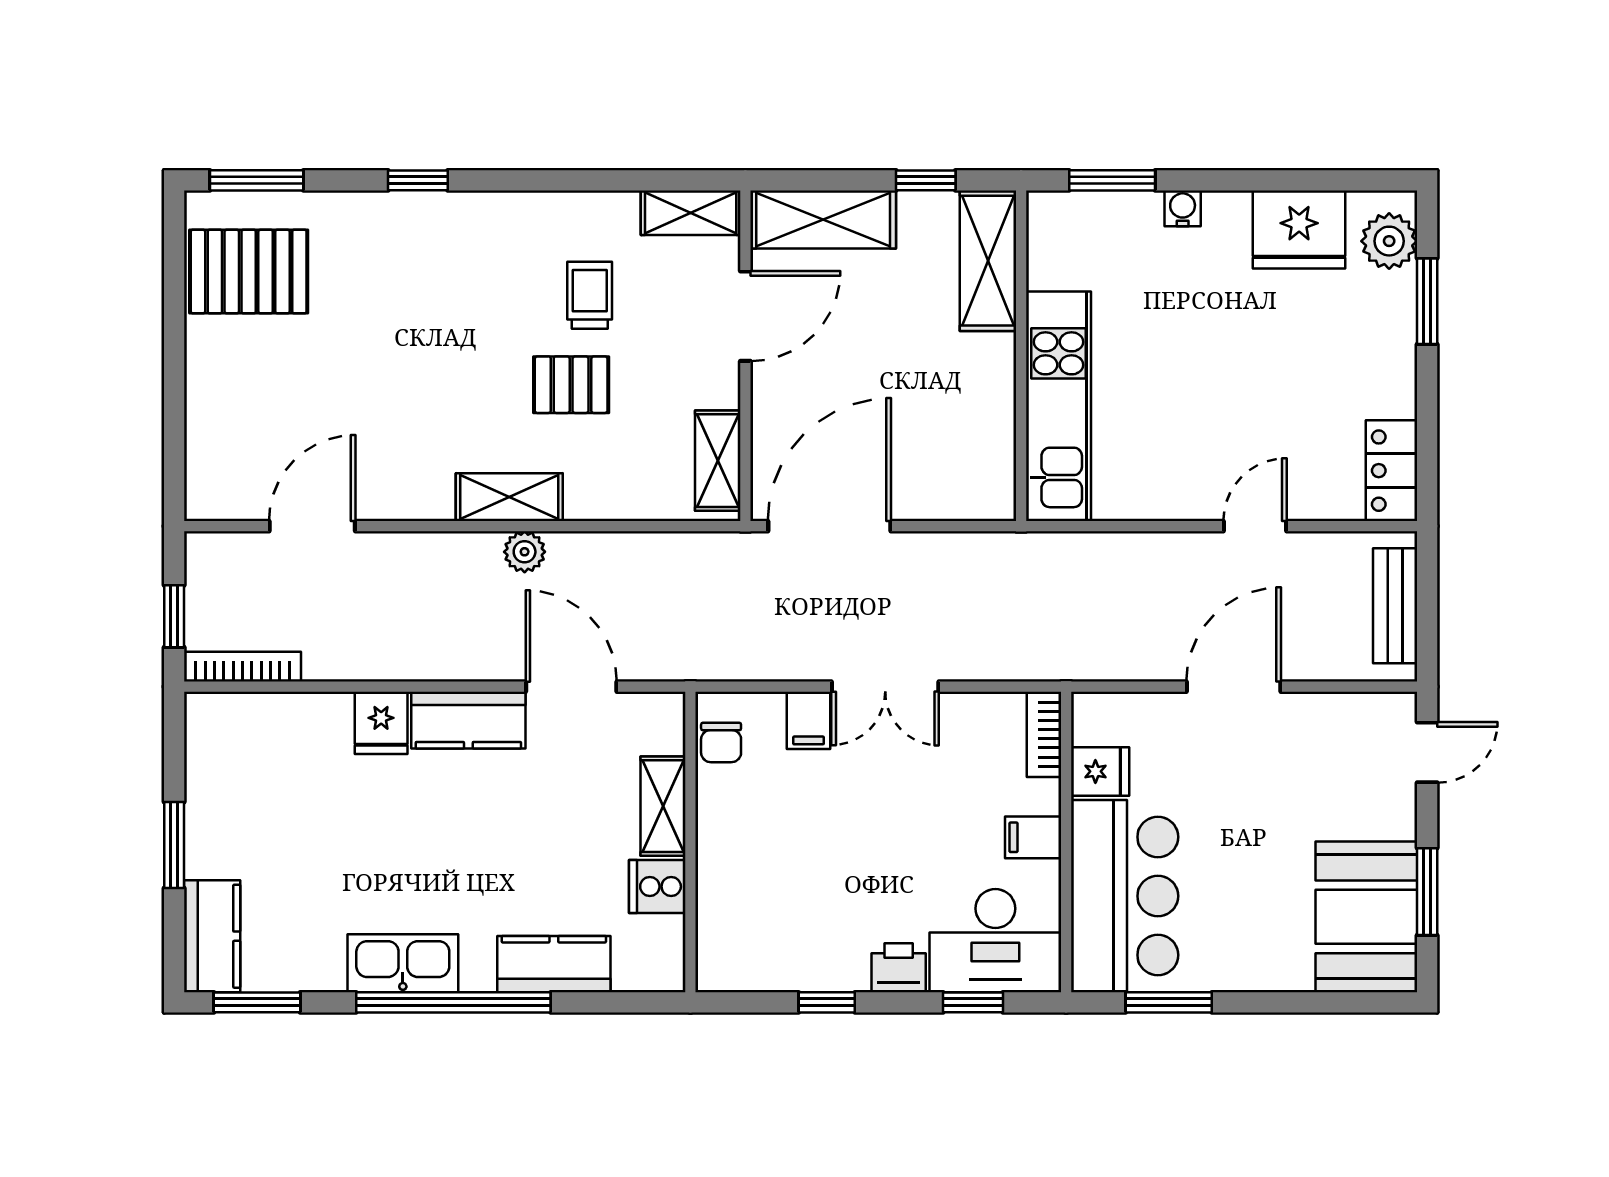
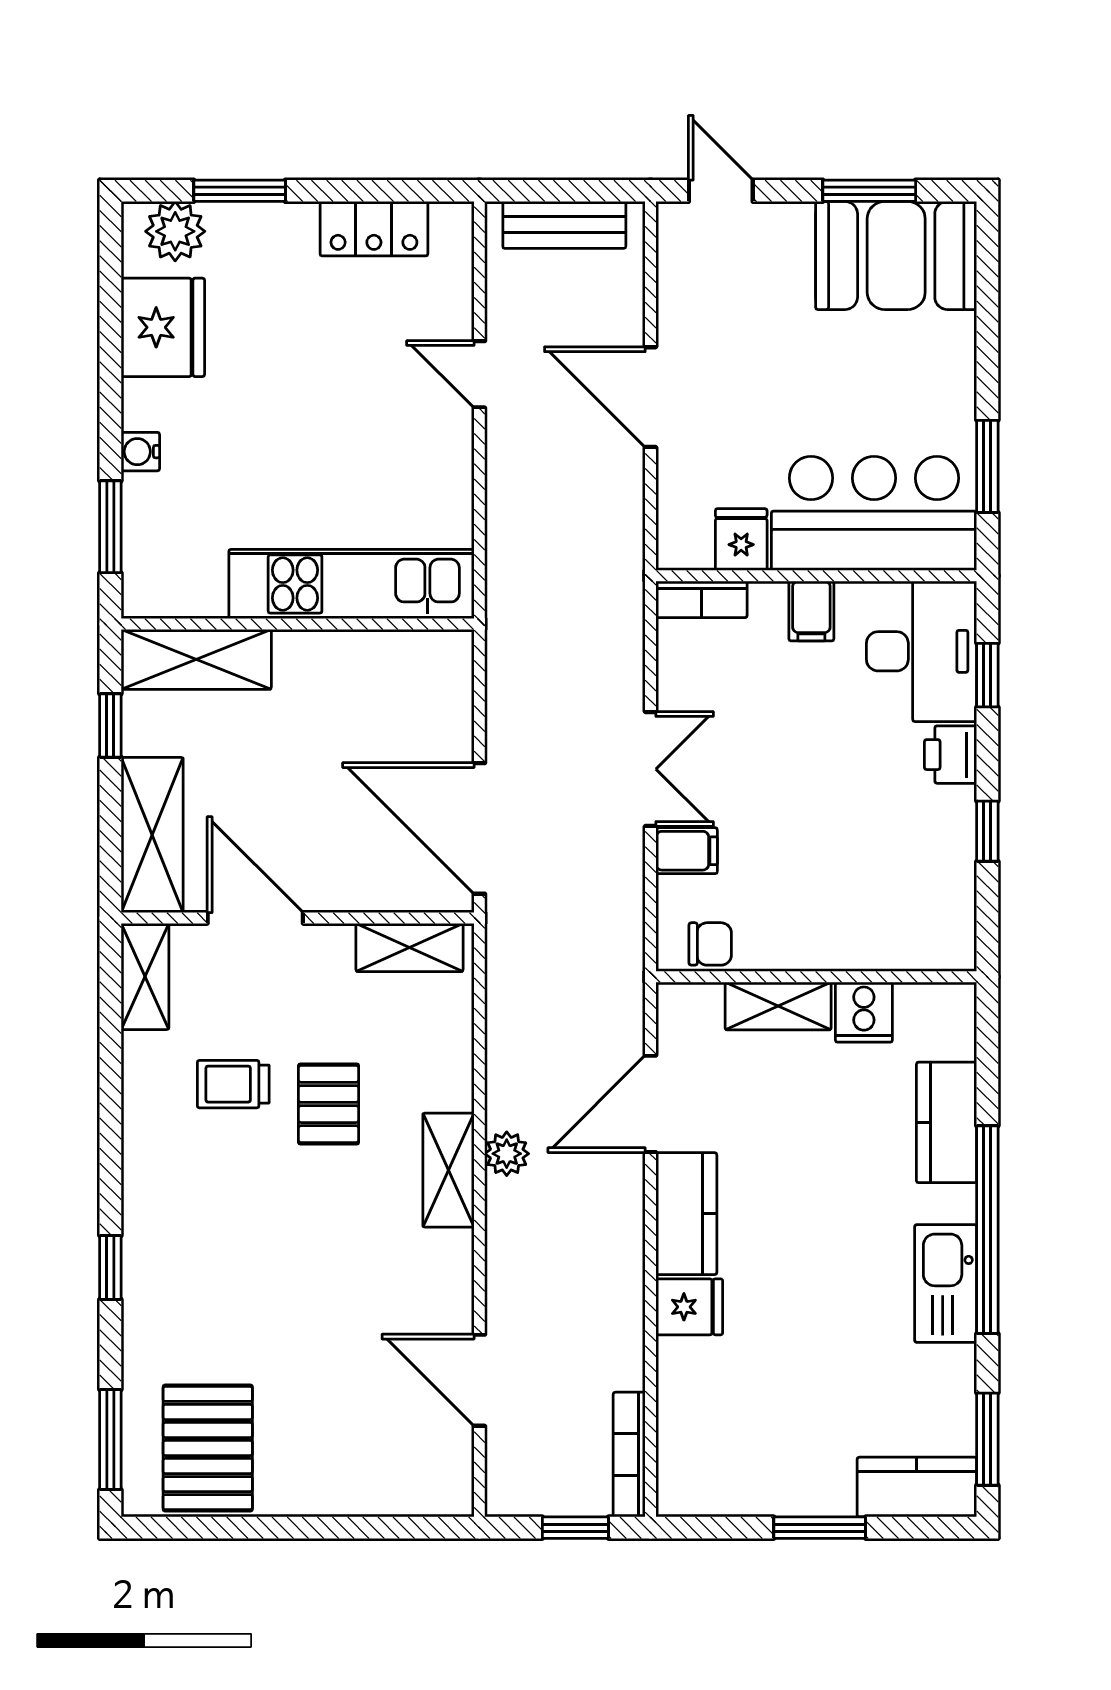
locker: (1392, 471) -> (374, 229), moved

